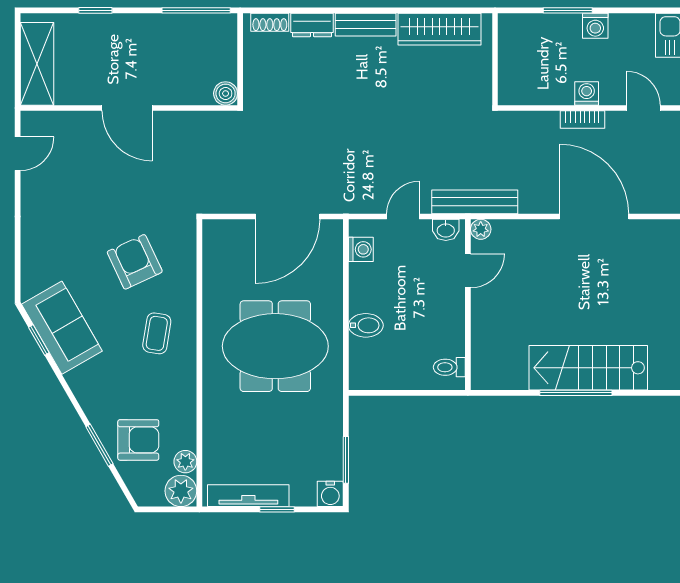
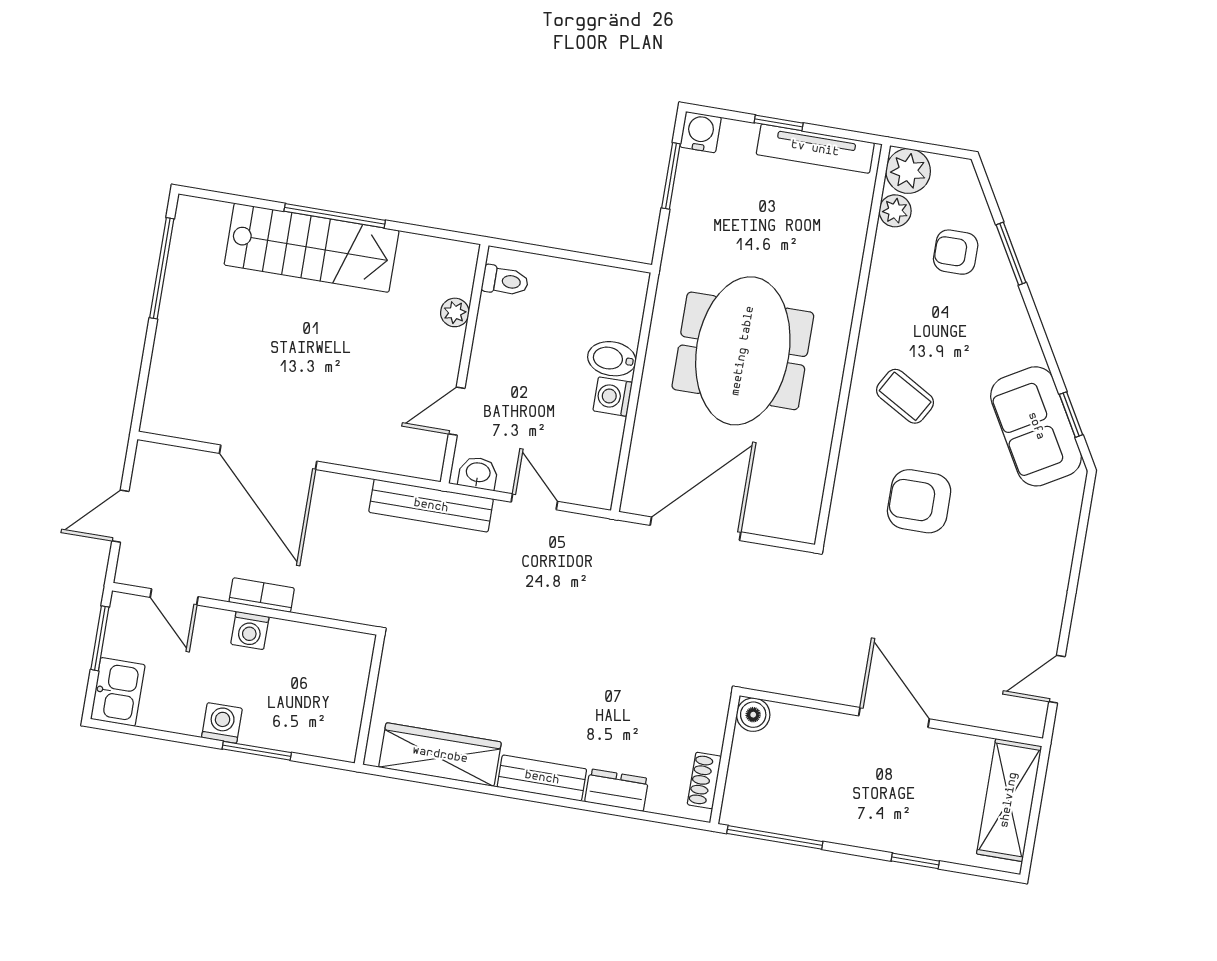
shoe rack: (270, 22) -> (704, 780), moved, turned -90
door: (403, 216) -> (534, 502), swing flipped
plant: (481, 229) -> (455, 312), moved
washing machine: (361, 249) -> (613, 397), moved
armchair: (135, 262) -> (919, 501), turned 115
coffee table: (157, 333) -> (905, 396), turned -69
meeting table: (275, 346) -> (743, 351), turned 90
armchair: (138, 440) -> (956, 252), width x0.72, depth x0.72

